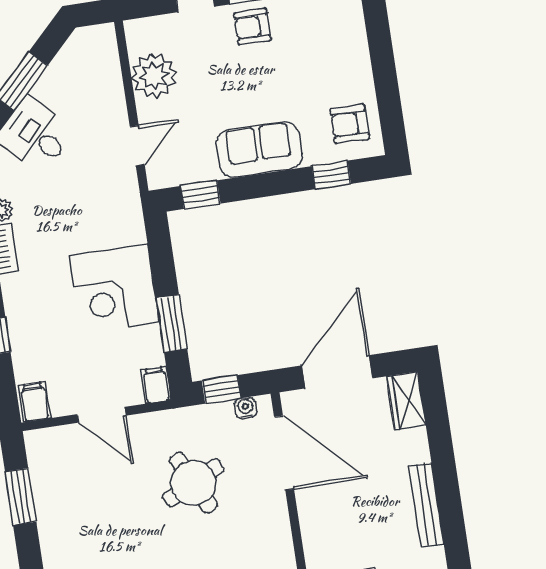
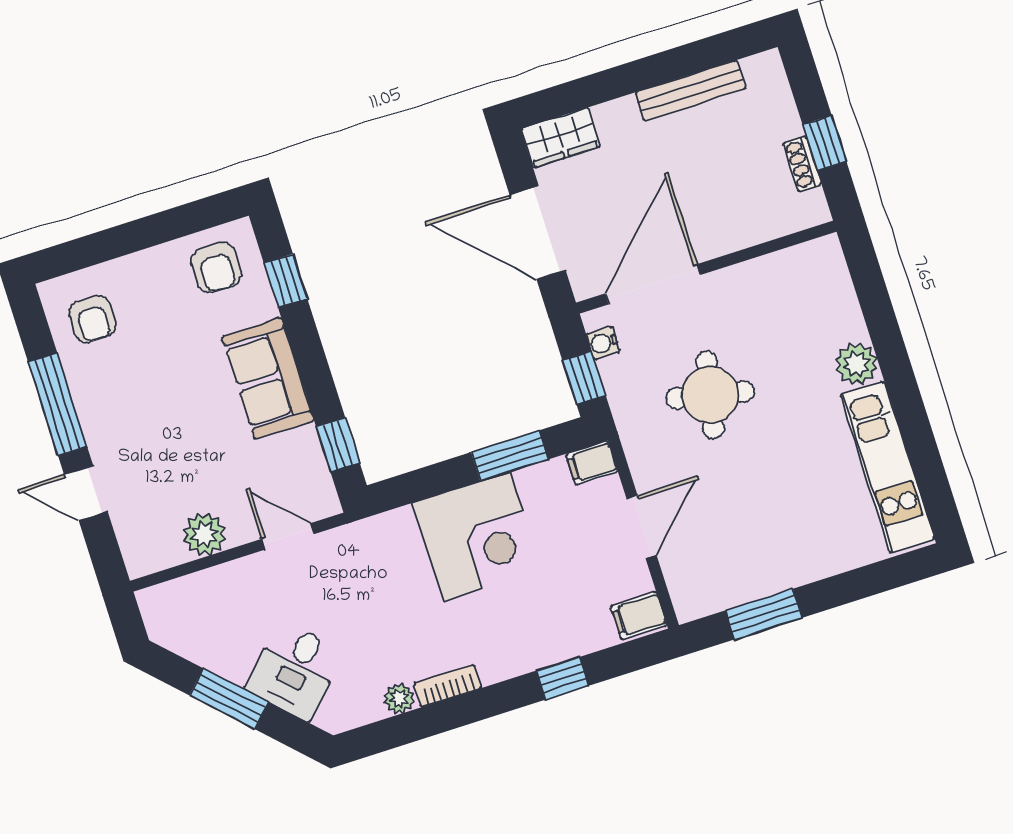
armchair: (252, 27) -> (92, 319), moved
plant: (154, 76) -> (204, 534), width x0.73, depth x0.73
round table: (193, 483) -> (710, 395), turned 38

